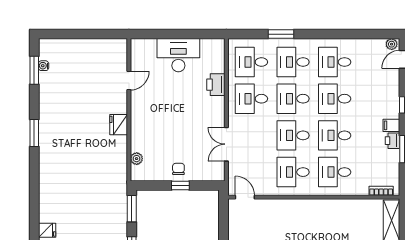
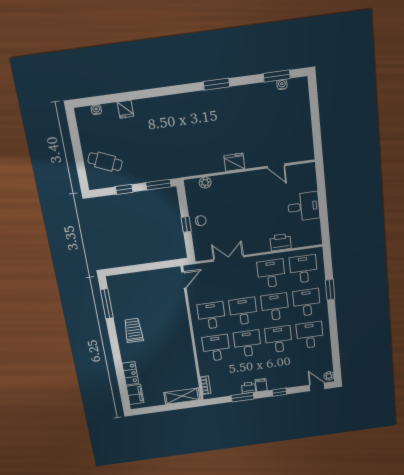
desk: (178, 55) -> (304, 207), width x0.73

